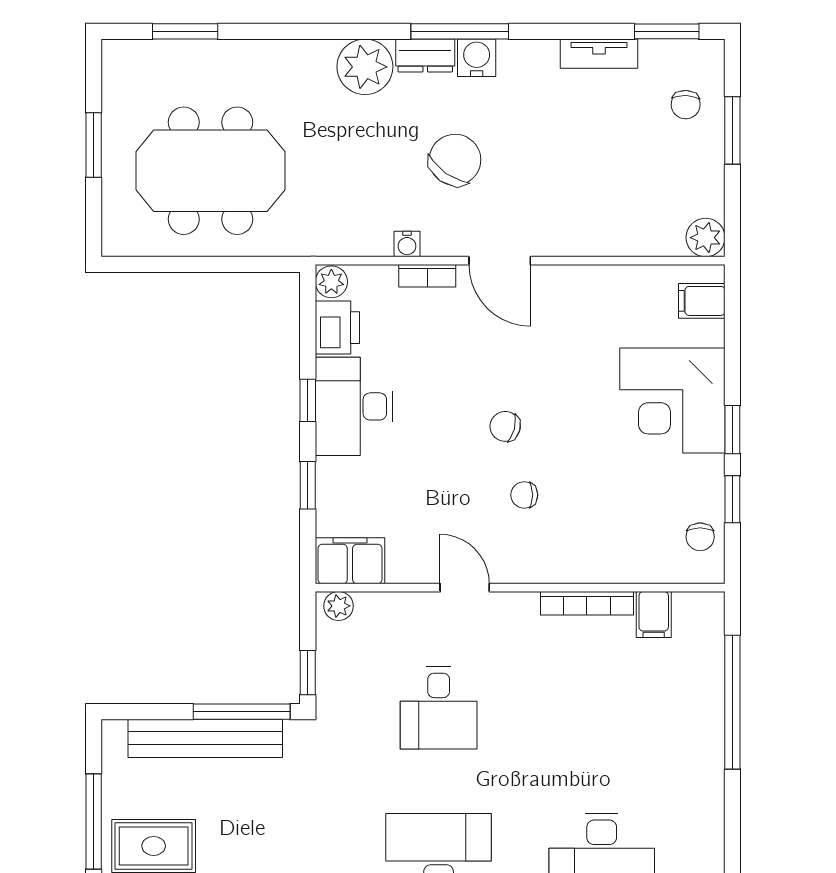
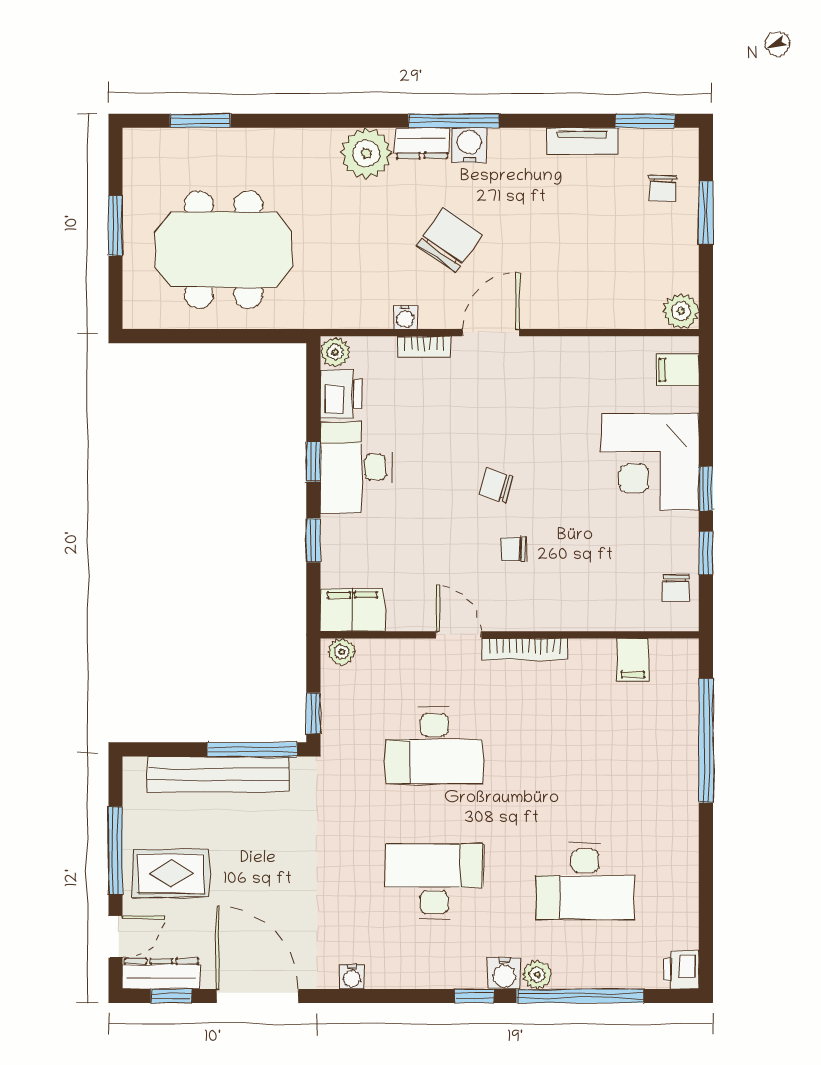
door: (500, 261) -> (491, 333), swing flipped
bookcase: (587, 603) -> (525, 649), moved
desk: (439, 708) -> (434, 746), width x1.37

